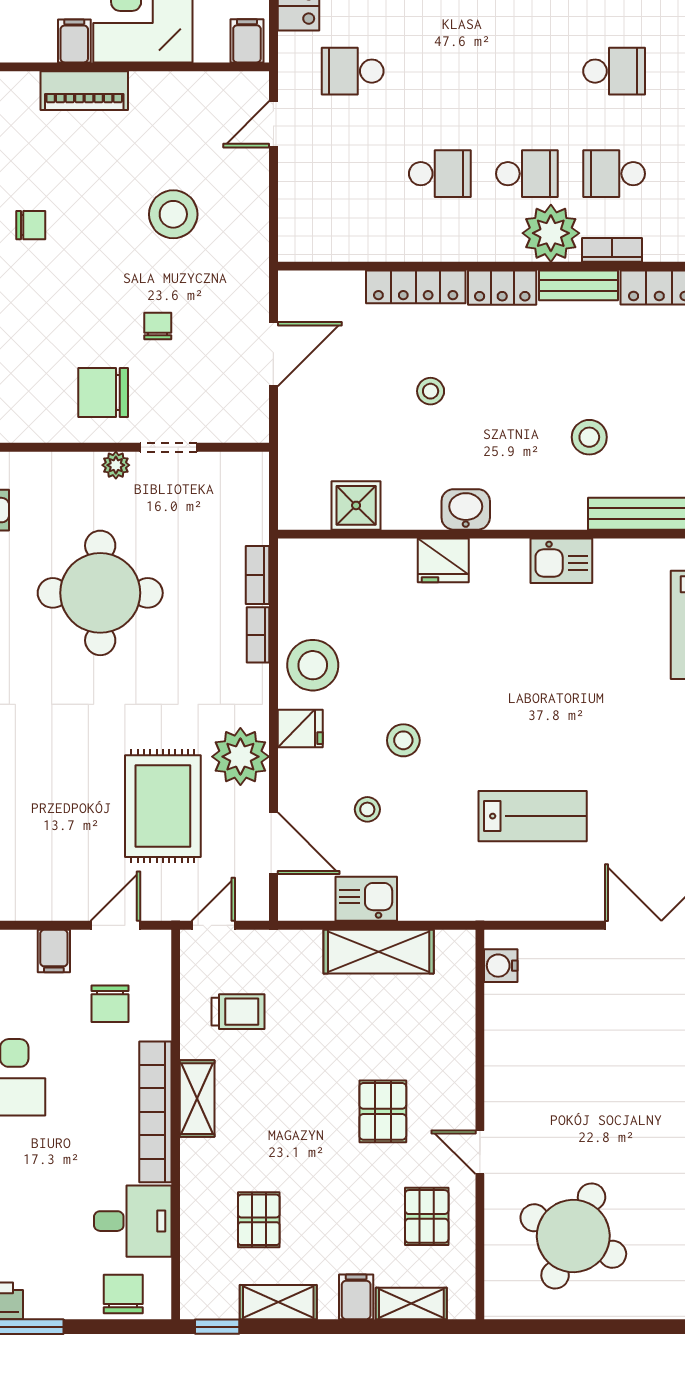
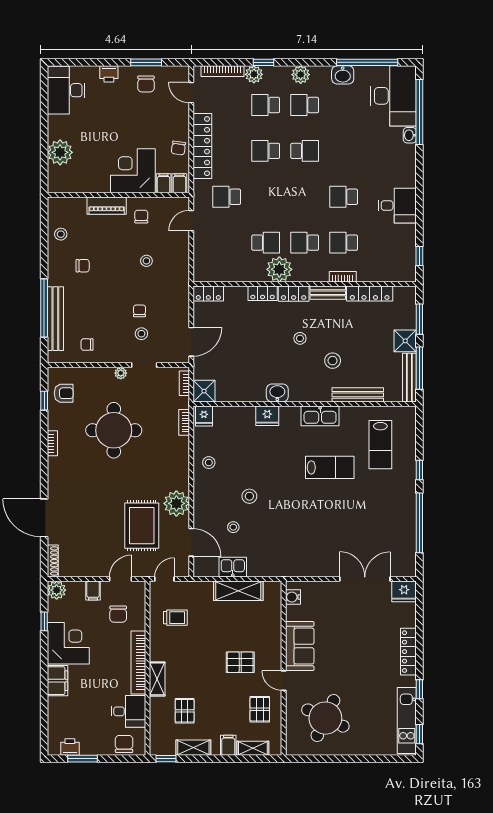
filing cabinet: (74, 41) -> (164, 183), moved
school desk: (614, 71) -> (344, 197), turned 180
chair: (162, 115) -> (141, 217), added
school desk: (527, 174) -> (305, 243), turned 180
stool: (173, 214) -> (146, 261), width x0.53, depth x0.53
plant: (551, 233) -> (279, 269), moved
locker: (312, 287) -> (208, 294), added
locker: (416, 287) -> (263, 293), width x0.66
door: (273, 354) -> (191, 342), moved
stool: (162, 377) -> (141, 334), added
stool: (431, 391) -> (300, 338), moved
chair: (103, 392) -> (87, 344), moved, width x0.54, depth x0.54
shower: (356, 505) -> (204, 391), moved
kitchen sink: (561, 561) -> (320, 416), width x1.38
bookcase: (258, 635) -> (184, 383), moved
stool: (313, 665) -> (209, 463), width x0.53, depth x0.53
fridge: (300, 728) -> (204, 416), moved, turned 90
lab bench: (533, 816) -> (330, 467), moved
sofa: (516, 1075) -> (300, 646), added
shelving: (197, 1099) -> (157, 679), moved
pallet: (383, 1111) -> (240, 662), turned 90

